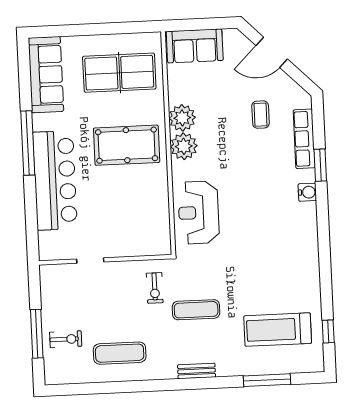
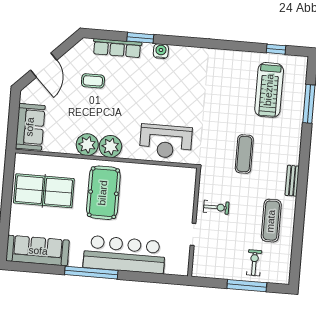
table tennis table: (119, 73) -> (44, 191), turned 90
exercise bike: (155, 288) -> (216, 207), moved
bench: (197, 371) -> (292, 181), moved

